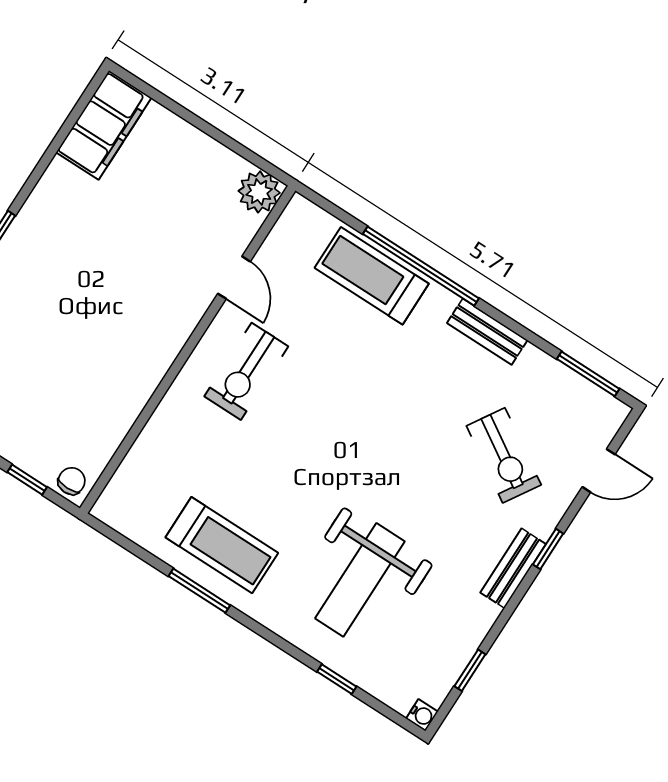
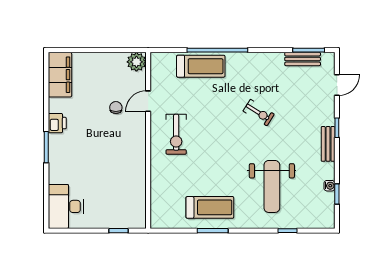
printer: (42, 210) -> (57, 123), added
treadmill: (372, 276) -> (201, 66), turned 180
door: (234, 278) -> (148, 101), swing flipped
bench: (487, 332) -> (303, 59), moved
exercise bike: (504, 455) -> (259, 113), moved, width x0.73, depth x0.72
chair: (72, 481) -> (116, 108), moved
water cooler: (422, 715) -> (329, 186), moved

